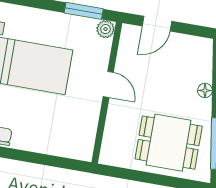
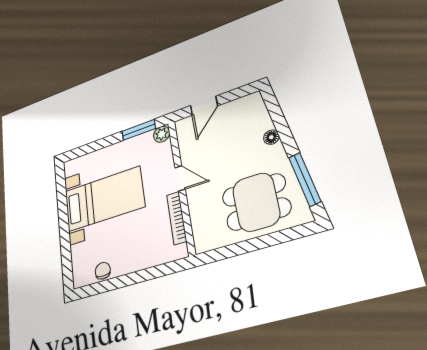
bookcase: (92, 121) -> (177, 218), added

